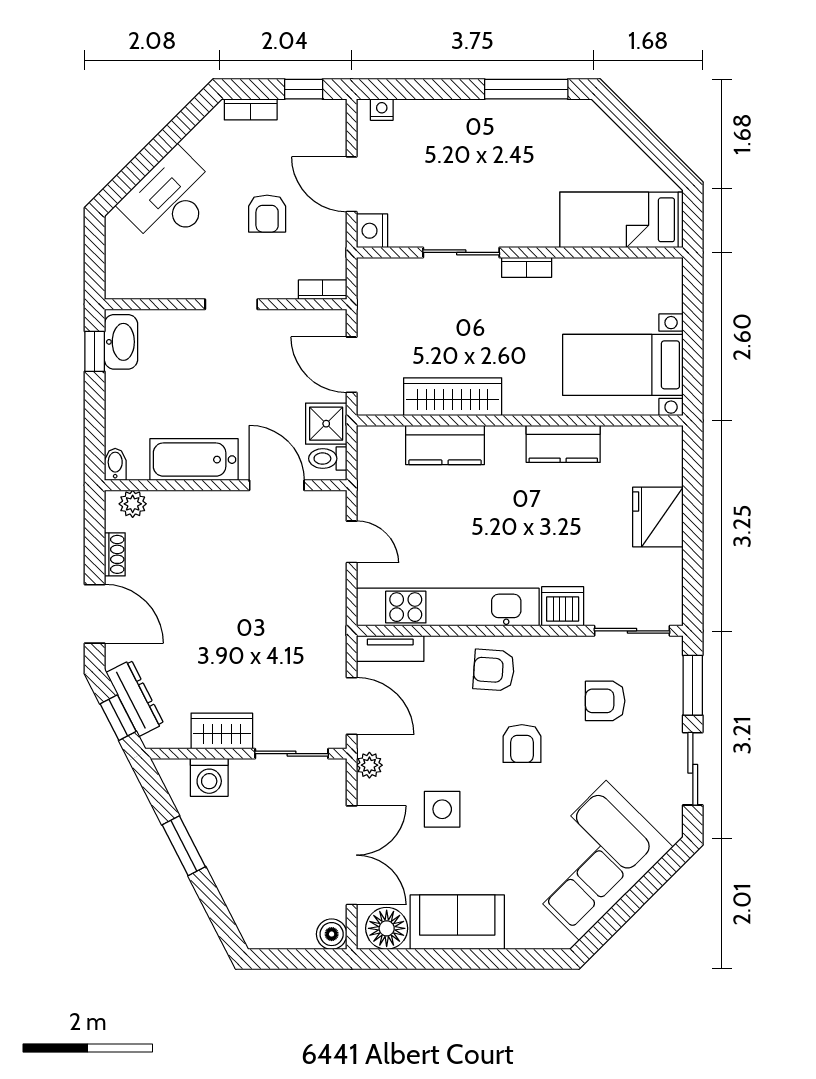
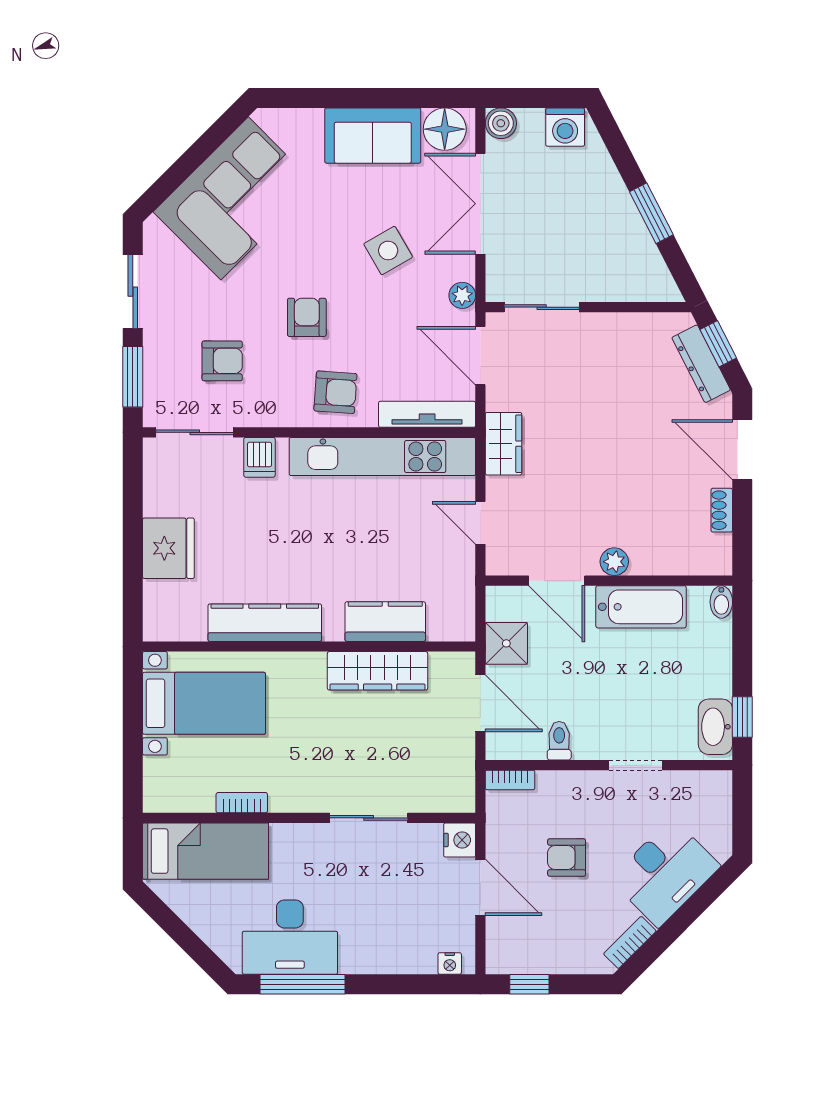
bookcase: (251, 109) -> (630, 942), moved, turned -45
desk: (539, 135) -> (290, 937), added
armchair: (267, 214) -> (567, 857), turned -90
bookcase: (527, 267) -> (242, 803), moved
doorway: (231, 304) -> (636, 765), moved
kitchen counter: (563, 444) -> (265, 623), width x1.50
toilet: (328, 459) -> (559, 741), moved, turned -90
plant: (133, 504) -> (614, 562), moved
dishwasher: (563, 606) -> (259, 457), width x0.73
tv unit: (390, 648) -> (427, 414), width x1.41
wardrobe: (222, 731) -> (503, 444), moved, turned -90
washing machine: (209, 777) -> (565, 127), moved, turned 180
side table: (442, 809) -> (388, 250), turned -30

